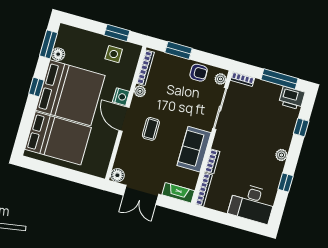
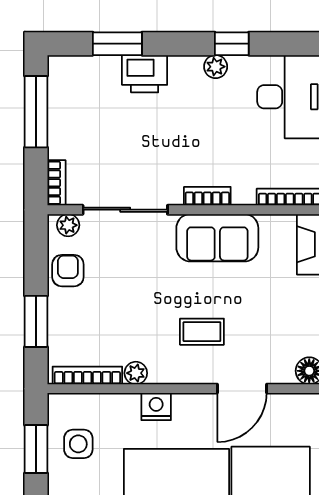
printer: (292, 98) -> (145, 74), moved, turned 90
door: (124, 119) -> (242, 389), moved
window: (301, 127) -> (117, 44), width x1.50
plant: (281, 155) -> (216, 67), moved
bookcase: (212, 161) -> (207, 196), moved

